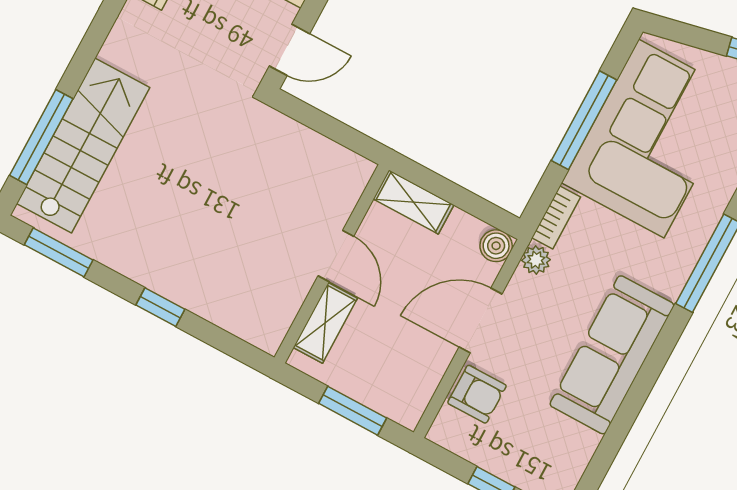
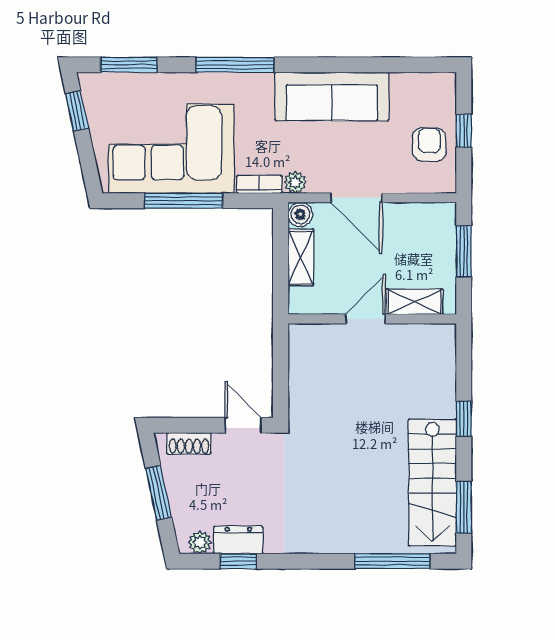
stairs: (83, 146) -> (432, 483), moved, turned -90
shelving: (413, 202) -> (301, 257), moved
armchair: (477, 394) -> (429, 145), moved

